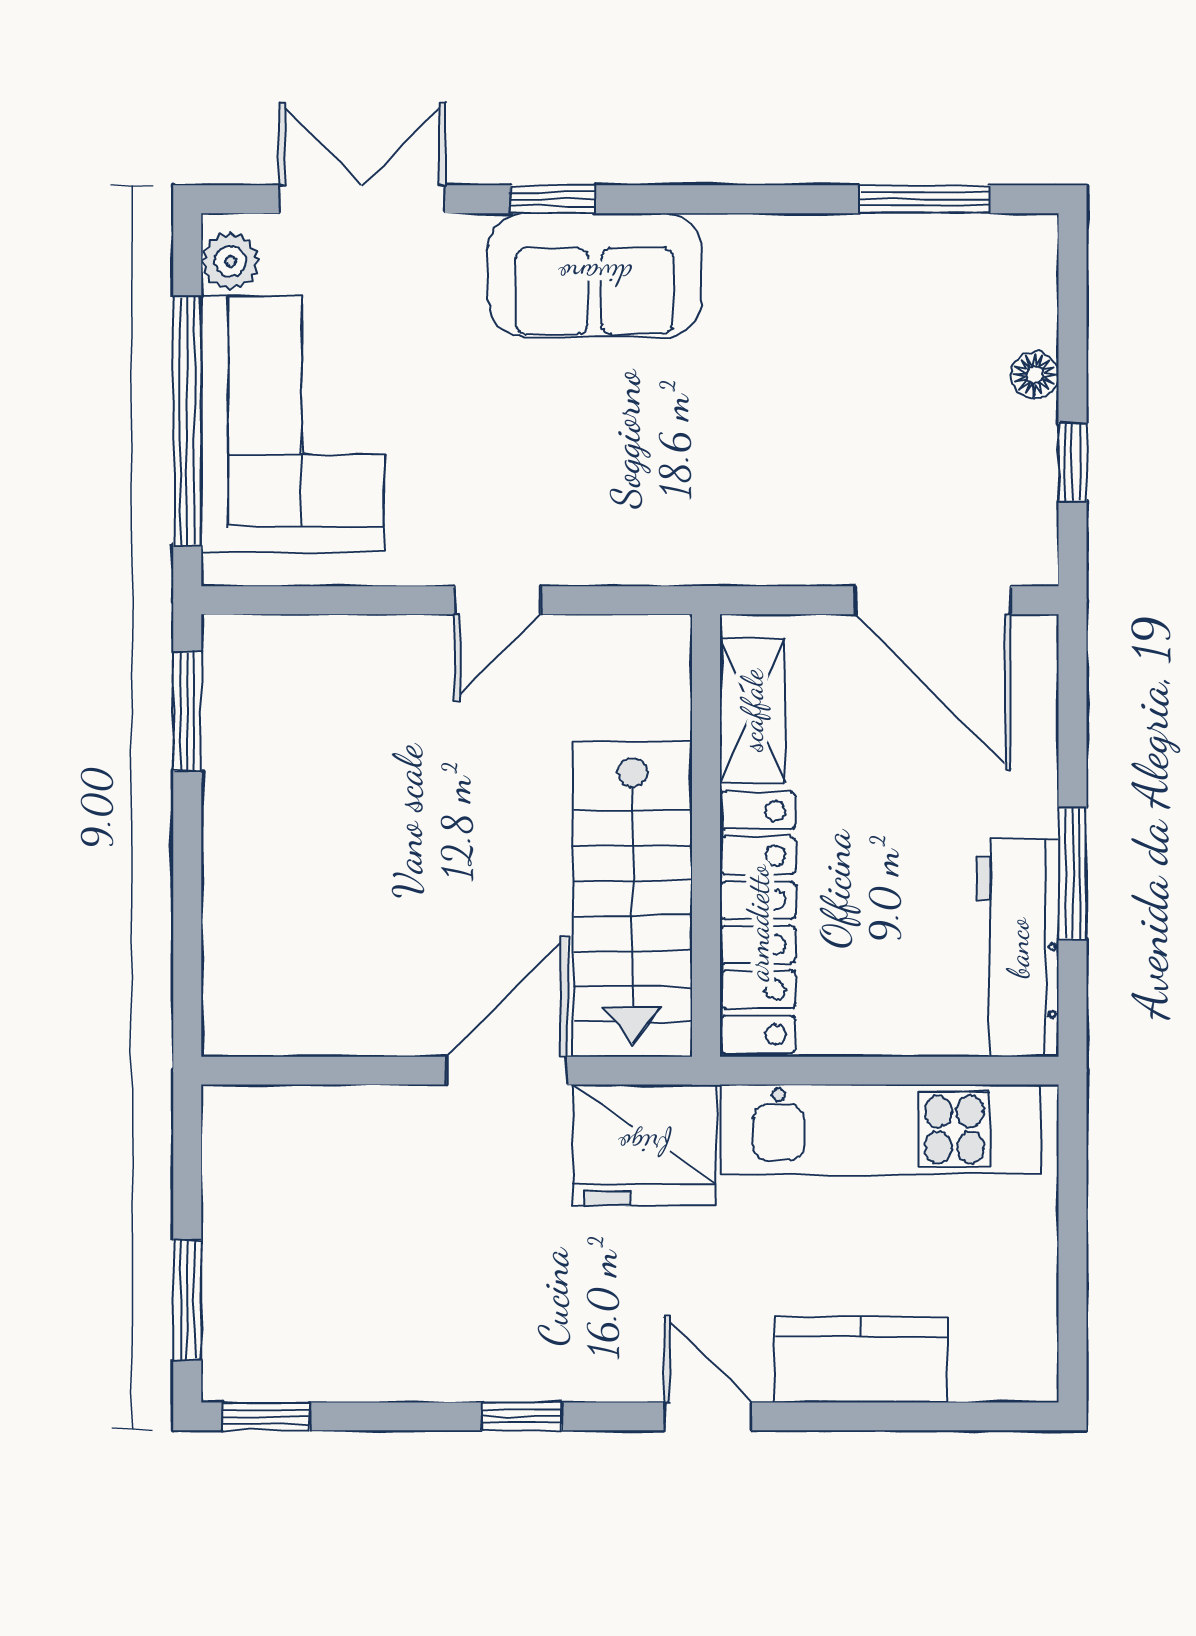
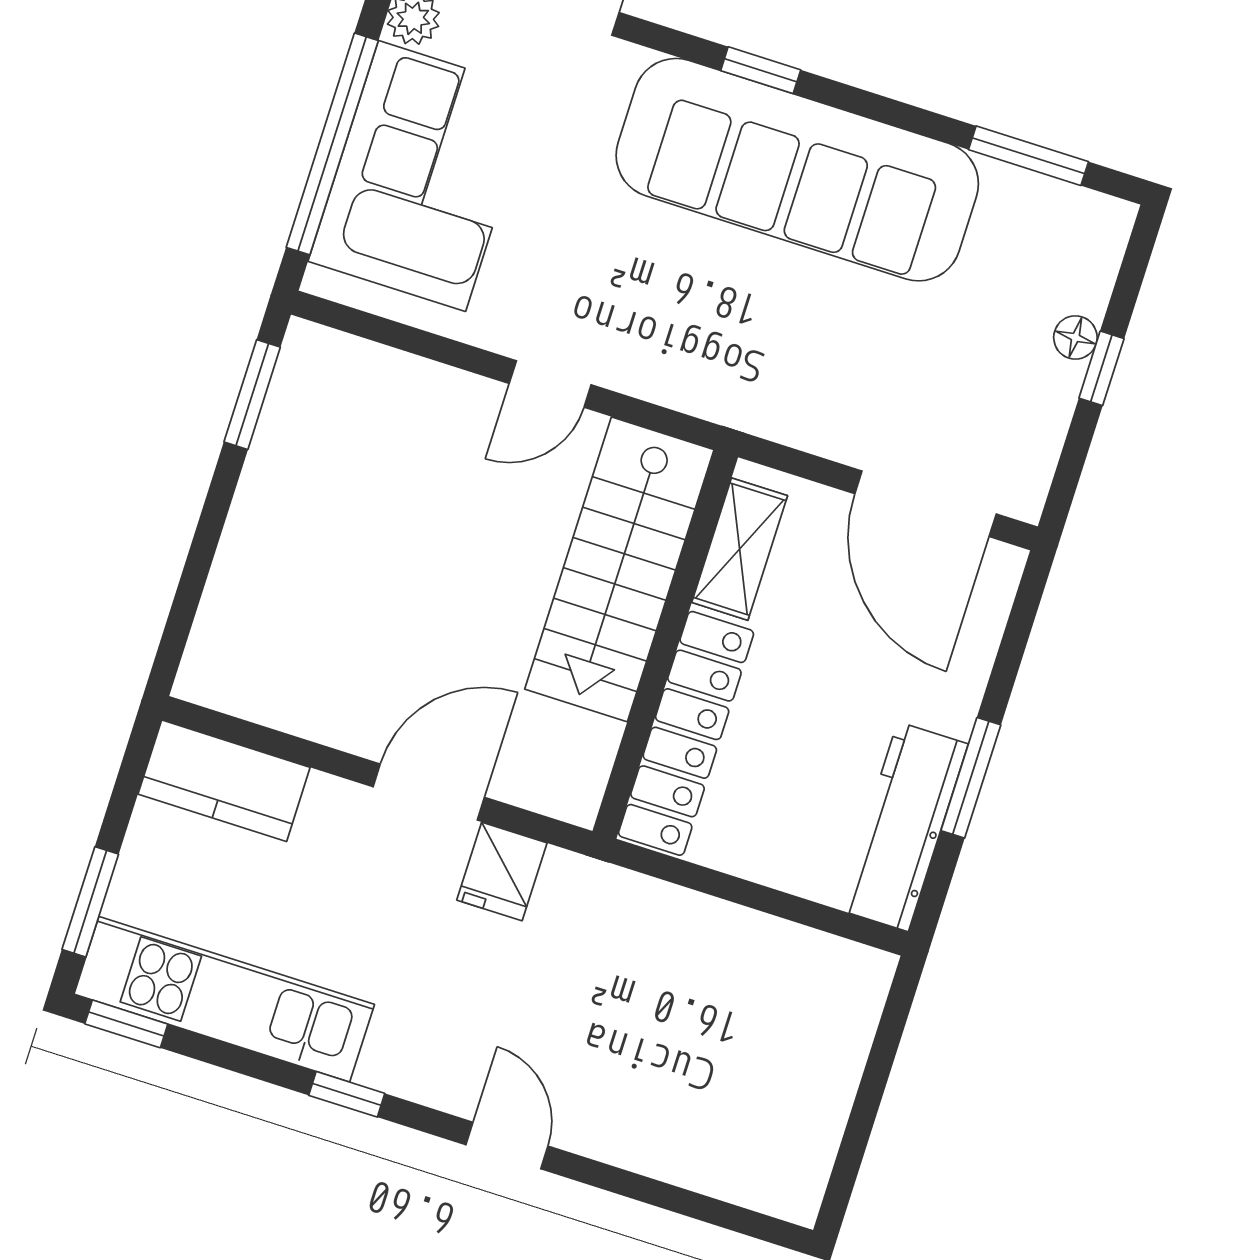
window: (553, 199) -> (761, 70), moved
sofa: (595, 275) -> (797, 170), width x1.85, depth x1.27
window: (1073, 462) -> (1101, 368), moved
stairs: (633, 899) -> (619, 569), moved
kitchen unit: (881, 1130) -> (224, 999), moved, turned 180
fridge: (644, 1145) -> (502, 871), width x0.53, depth x0.75
kitchen counter: (861, 1359) -> (224, 781), moved, turned 180

